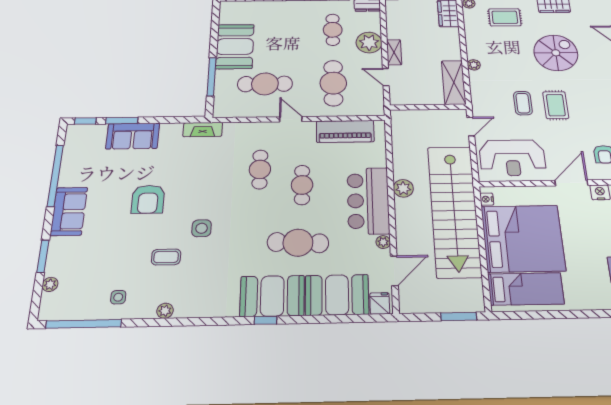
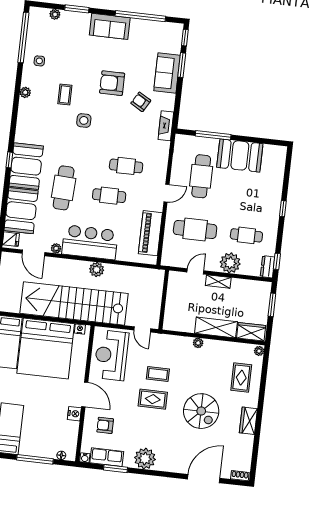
shelving: (454, 82) -> (216, 328), moved
armchair: (172, 162) -> (141, 102), added

